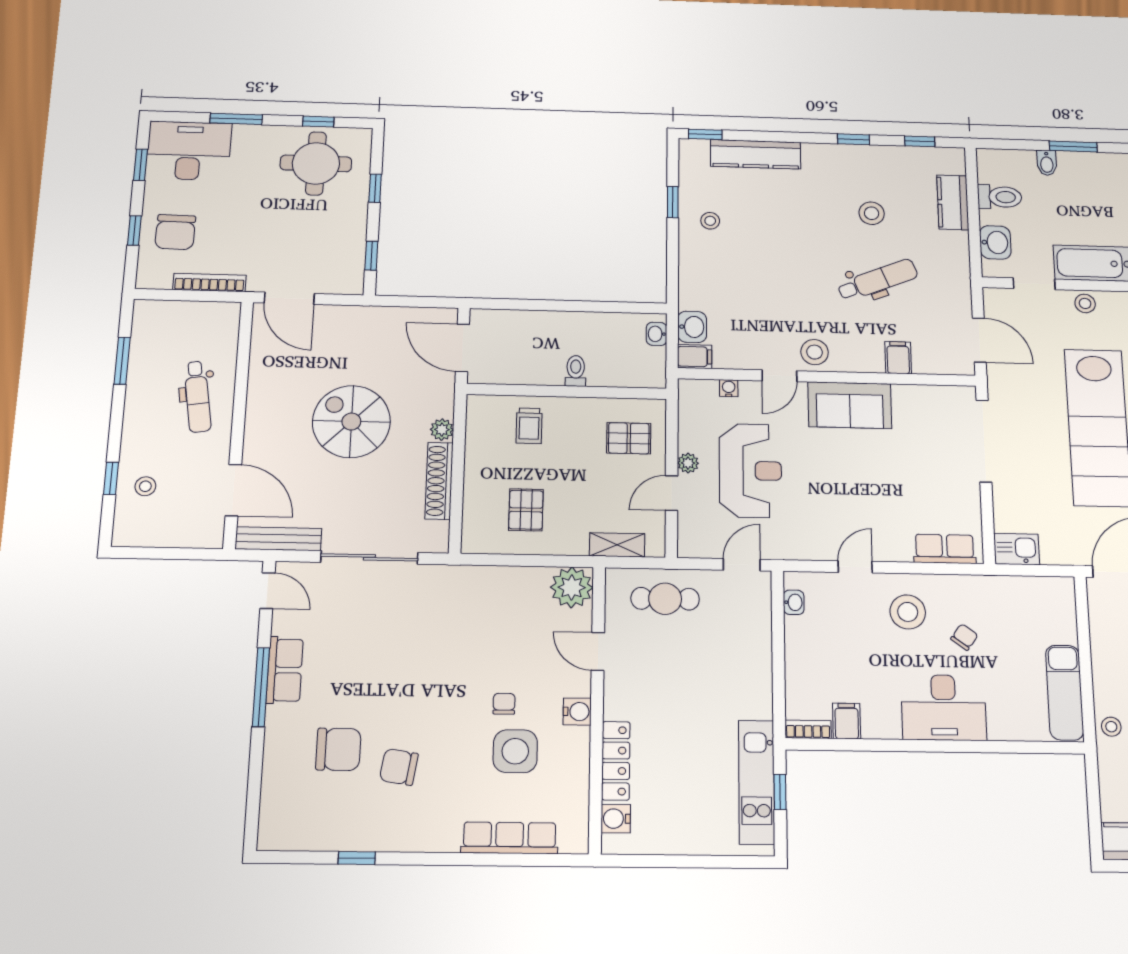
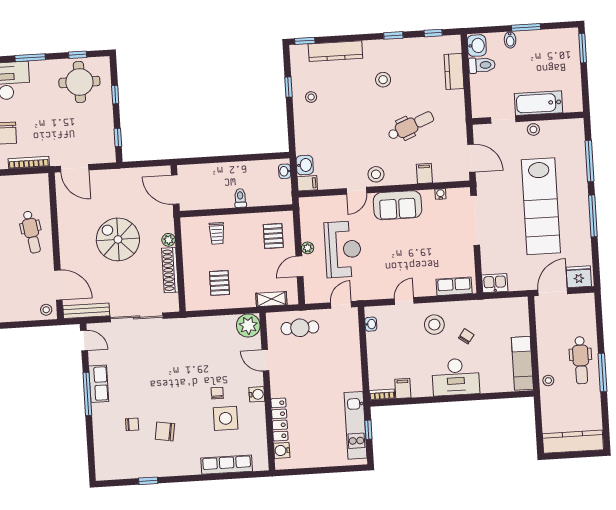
stool: (872, 213) -> (383, 80), moved
washbasin: (995, 242) -> (477, 46), moved
water cooler: (729, 388) -> (440, 194), moved
pallet: (629, 438) -> (273, 236), turned 90
stool: (145, 486) -> (46, 310), moved
chair: (338, 749) -> (132, 424), width x0.54, depth x0.54

